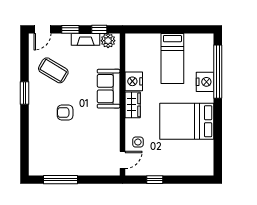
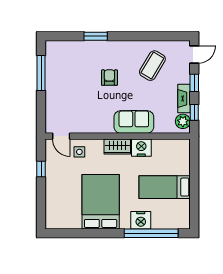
door: (42, 29) -> (194, 55), swing flipped
window: (25, 93) -> (96, 36), moved

